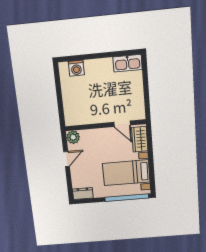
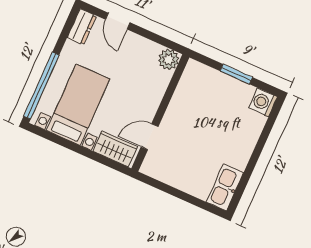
washing machine: (76, 68) -> (263, 102), moved
window: (59, 94) -> (236, 74), added
door: (67, 159) -> (118, 21), moved

